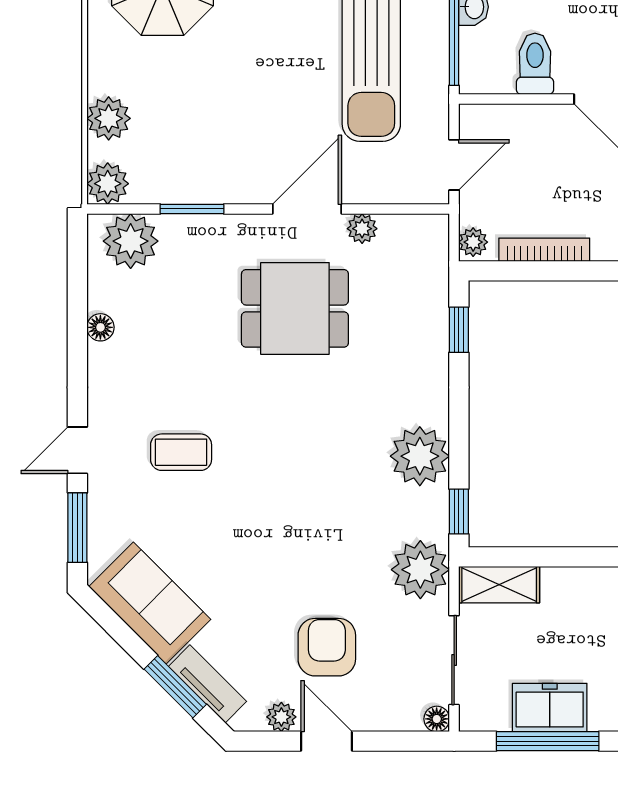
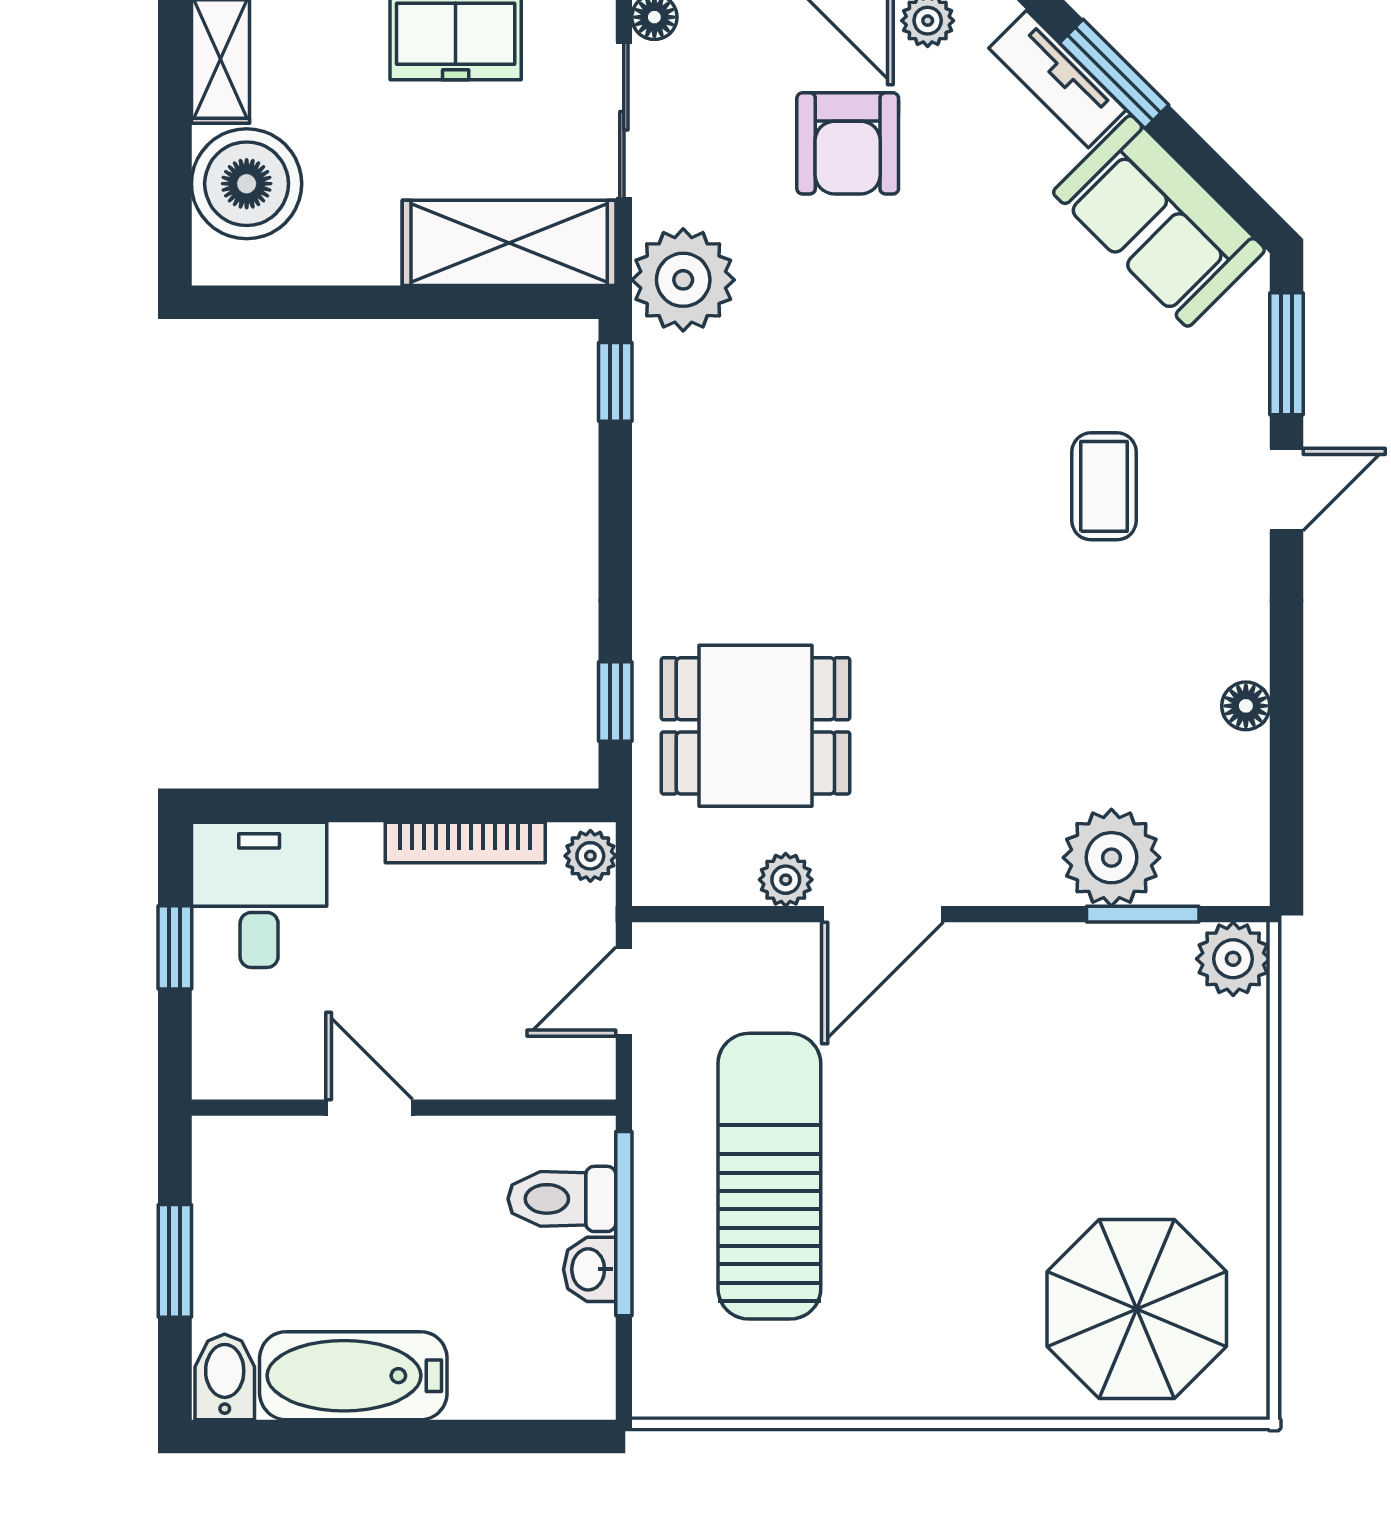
toilet: (535, 64) -> (562, 1199), moved, turned 90
plant: (109, 118) -> (1231, 1073), removed
window: (192, 209) -> (1143, 914), moved
plant: (131, 241) -> (1111, 858), moved
dining table: (295, 308) -> (755, 726), moved
coffee table: (181, 452) -> (1104, 486), turned 90
plant: (420, 456) -> (684, 479), removed
shelving: (499, 585) -> (509, 243), width x1.50, depth x1.33

